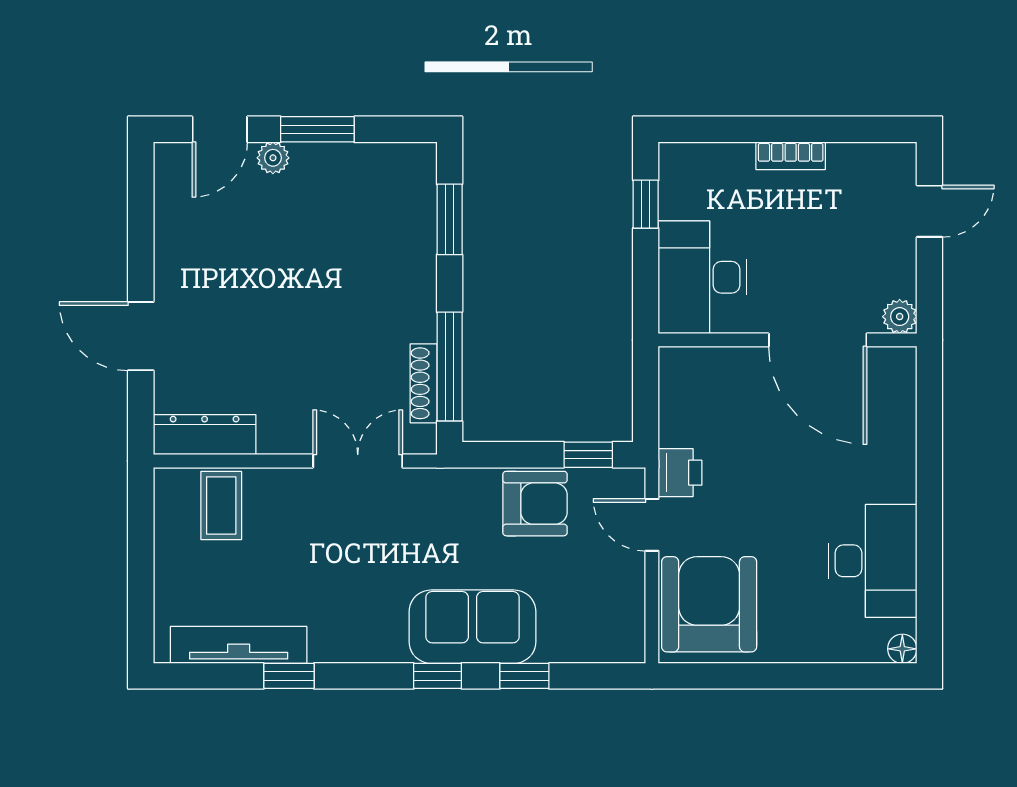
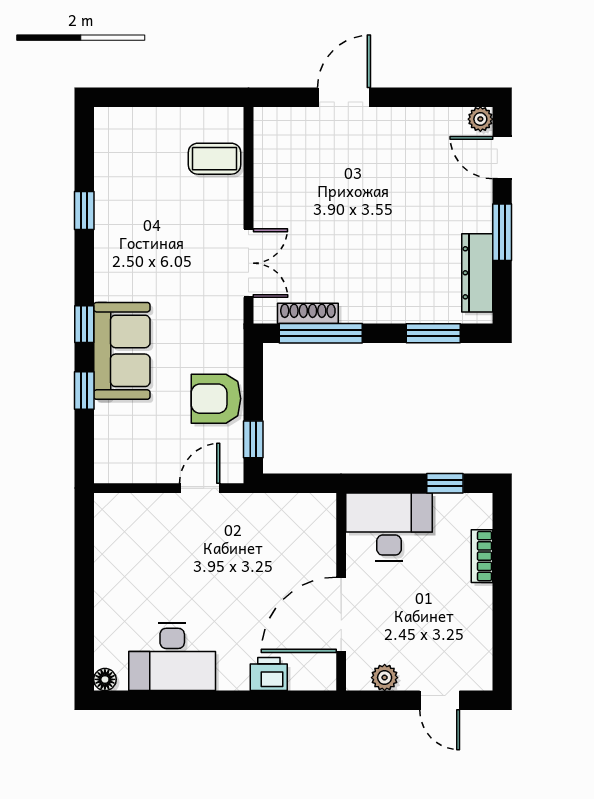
bookcase: (791, 156) -> (482, 556), moved
plant: (273, 158) -> (480, 119), moved
plant: (900, 317) -> (385, 678), moved
dresser: (205, 435) -> (477, 273), moved, turned 180
printer: (680, 473) -> (269, 674), moved, turned 180
armchair: (535, 504) -> (216, 399), turned 90
armchair: (709, 604) -> (139, 532), removed
tv unit: (239, 645) -> (108, 172), removed

